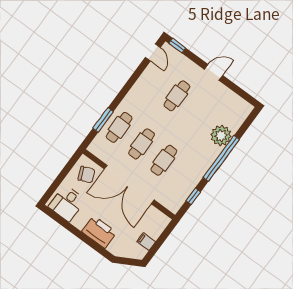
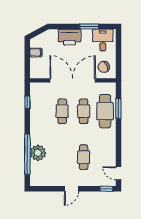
cafe table: (119, 127) -> (105, 111), width x1.37, depth x1.35
window: (221, 158) -> (27, 154), moved
window: (71, 228) -> (89, 26), added

